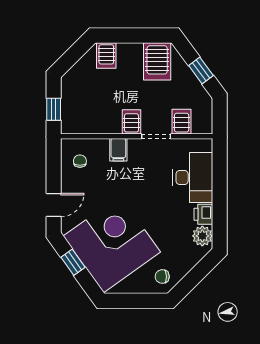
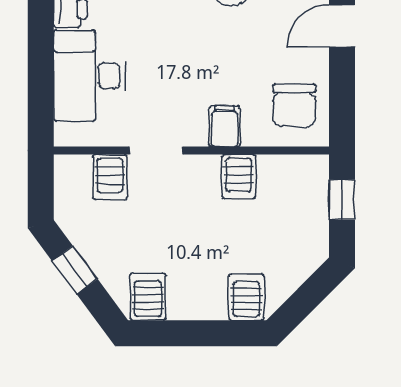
server rack: (157, 61) -> (148, 297), width x0.73, depth x0.70
server rack: (131, 122) -> (239, 177), moved
chair: (80, 161) -> (294, 106), width x1.87, depth x1.87

